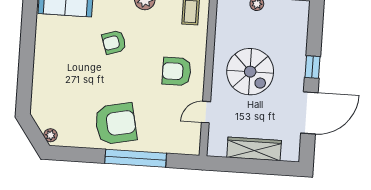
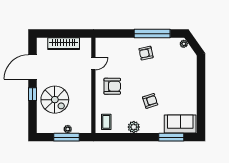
spiral stairs: (250, 72) -> (55, 100), moved, turned 180
armchair: (116, 124) -> (146, 53), width x0.53, depth x0.53
window: (136, 158) -> (152, 34), moved

